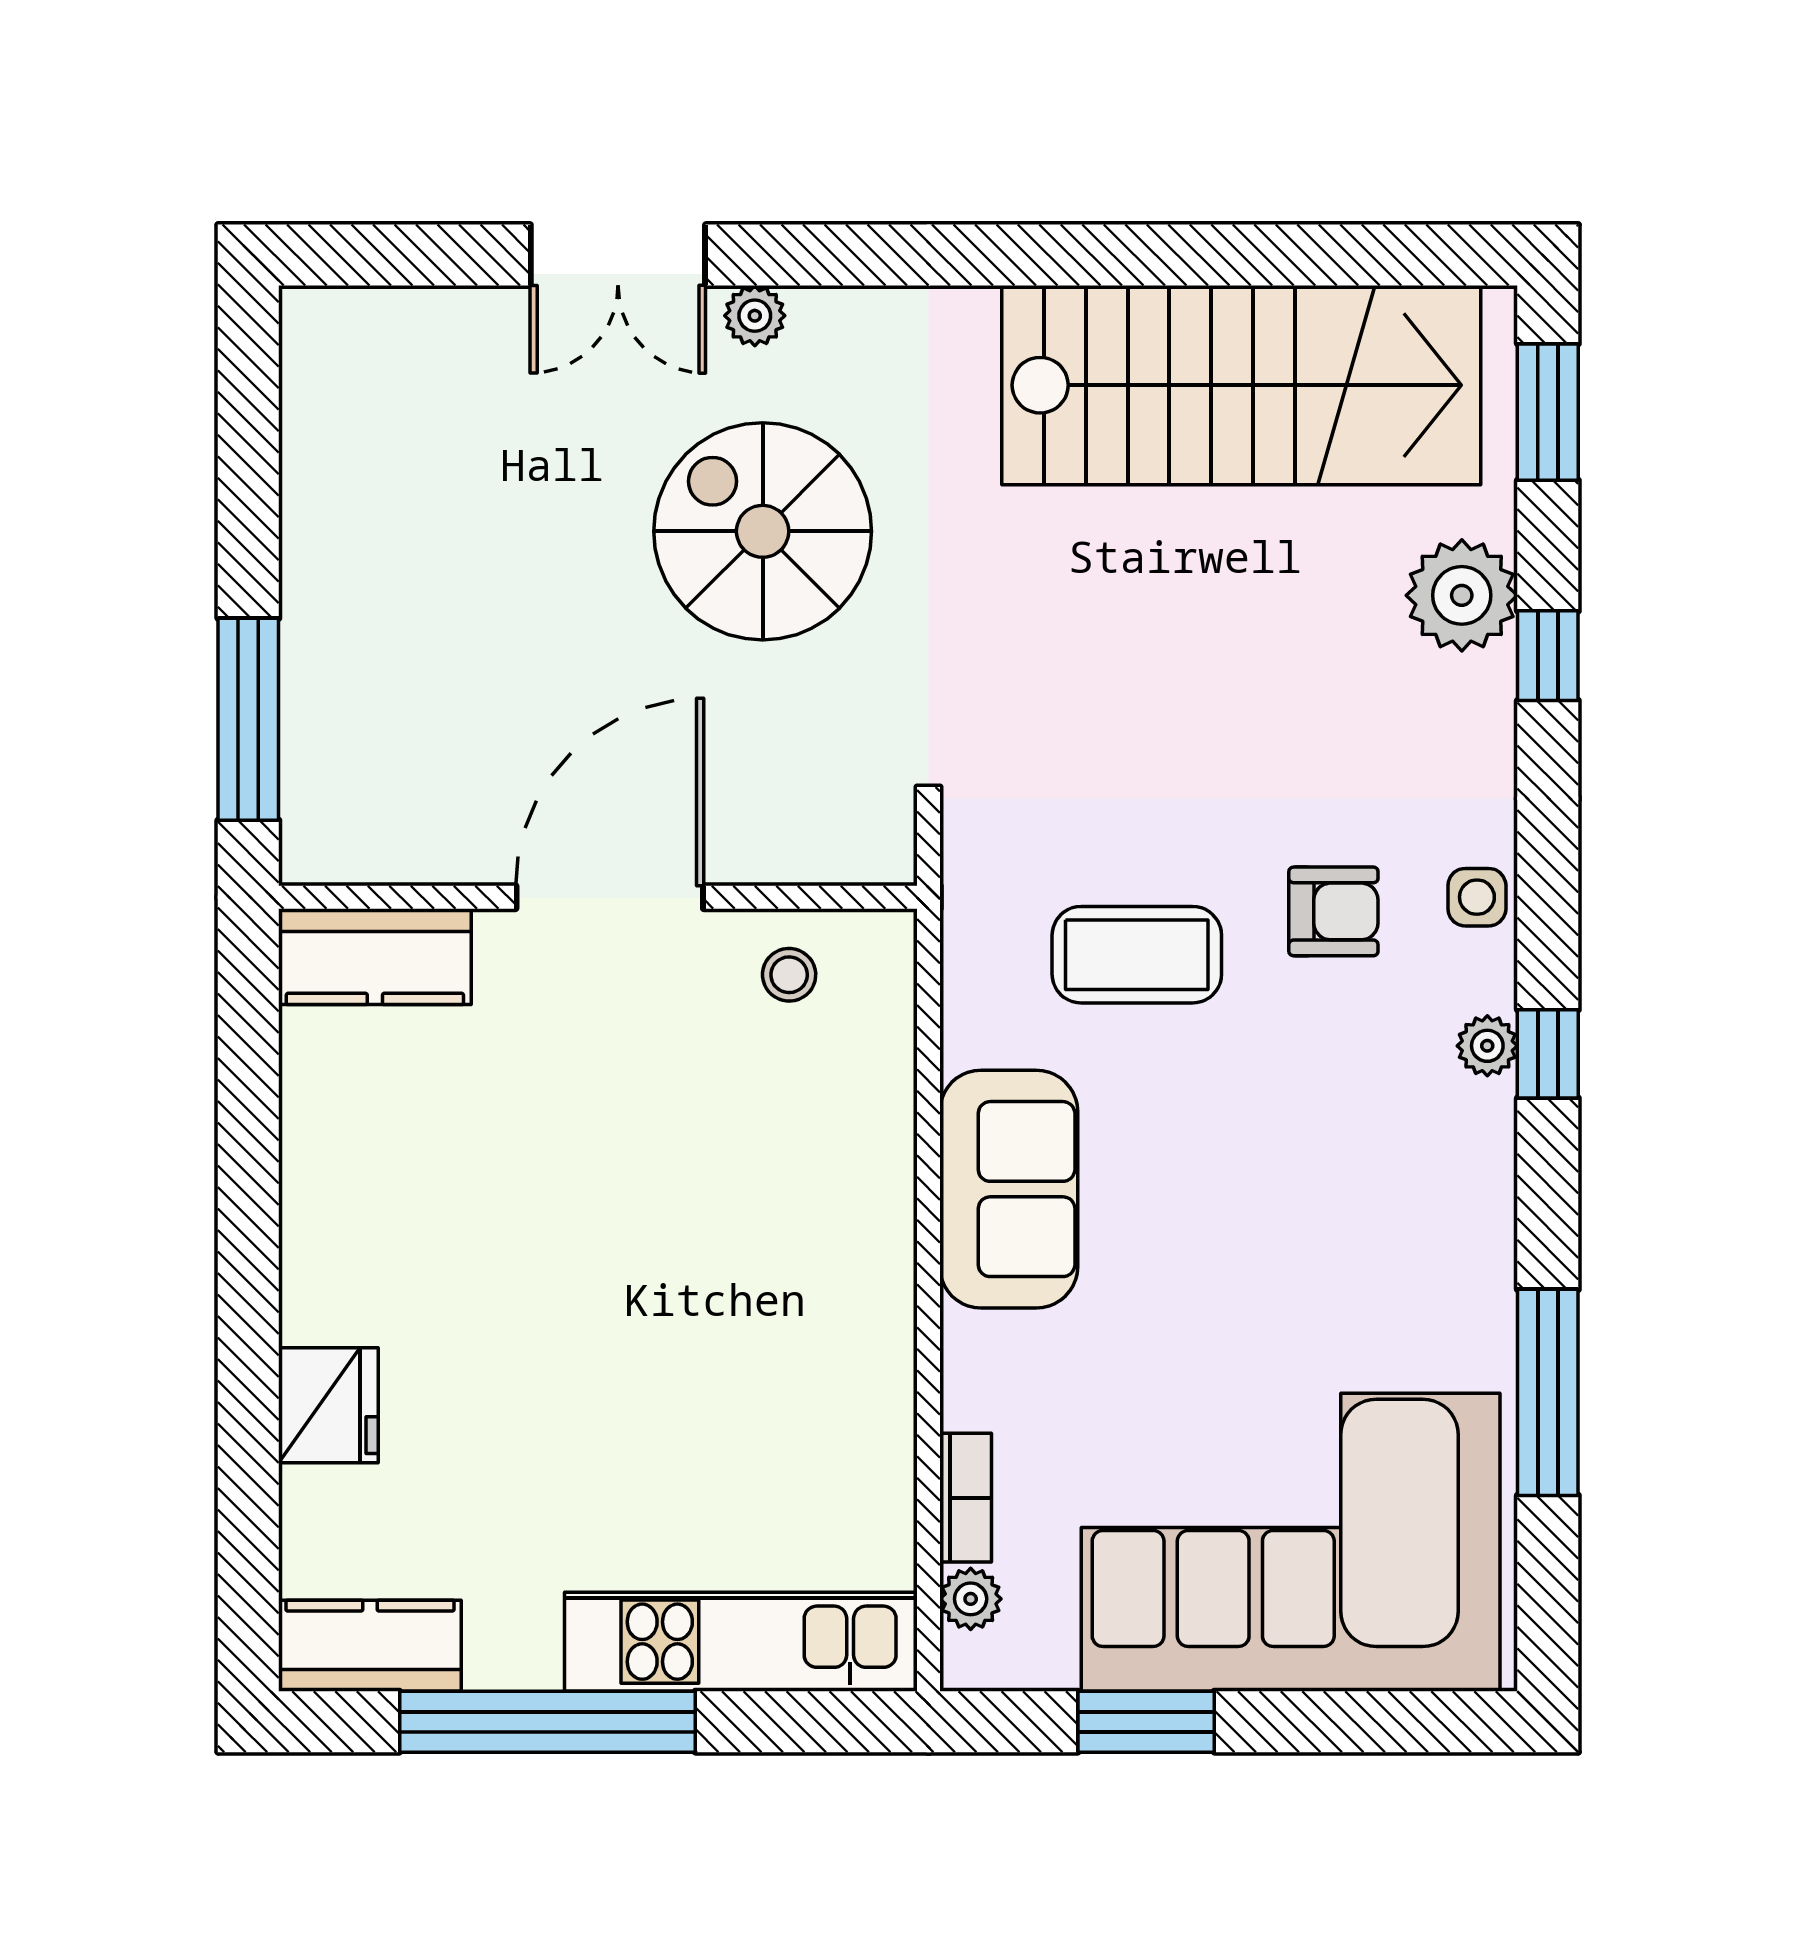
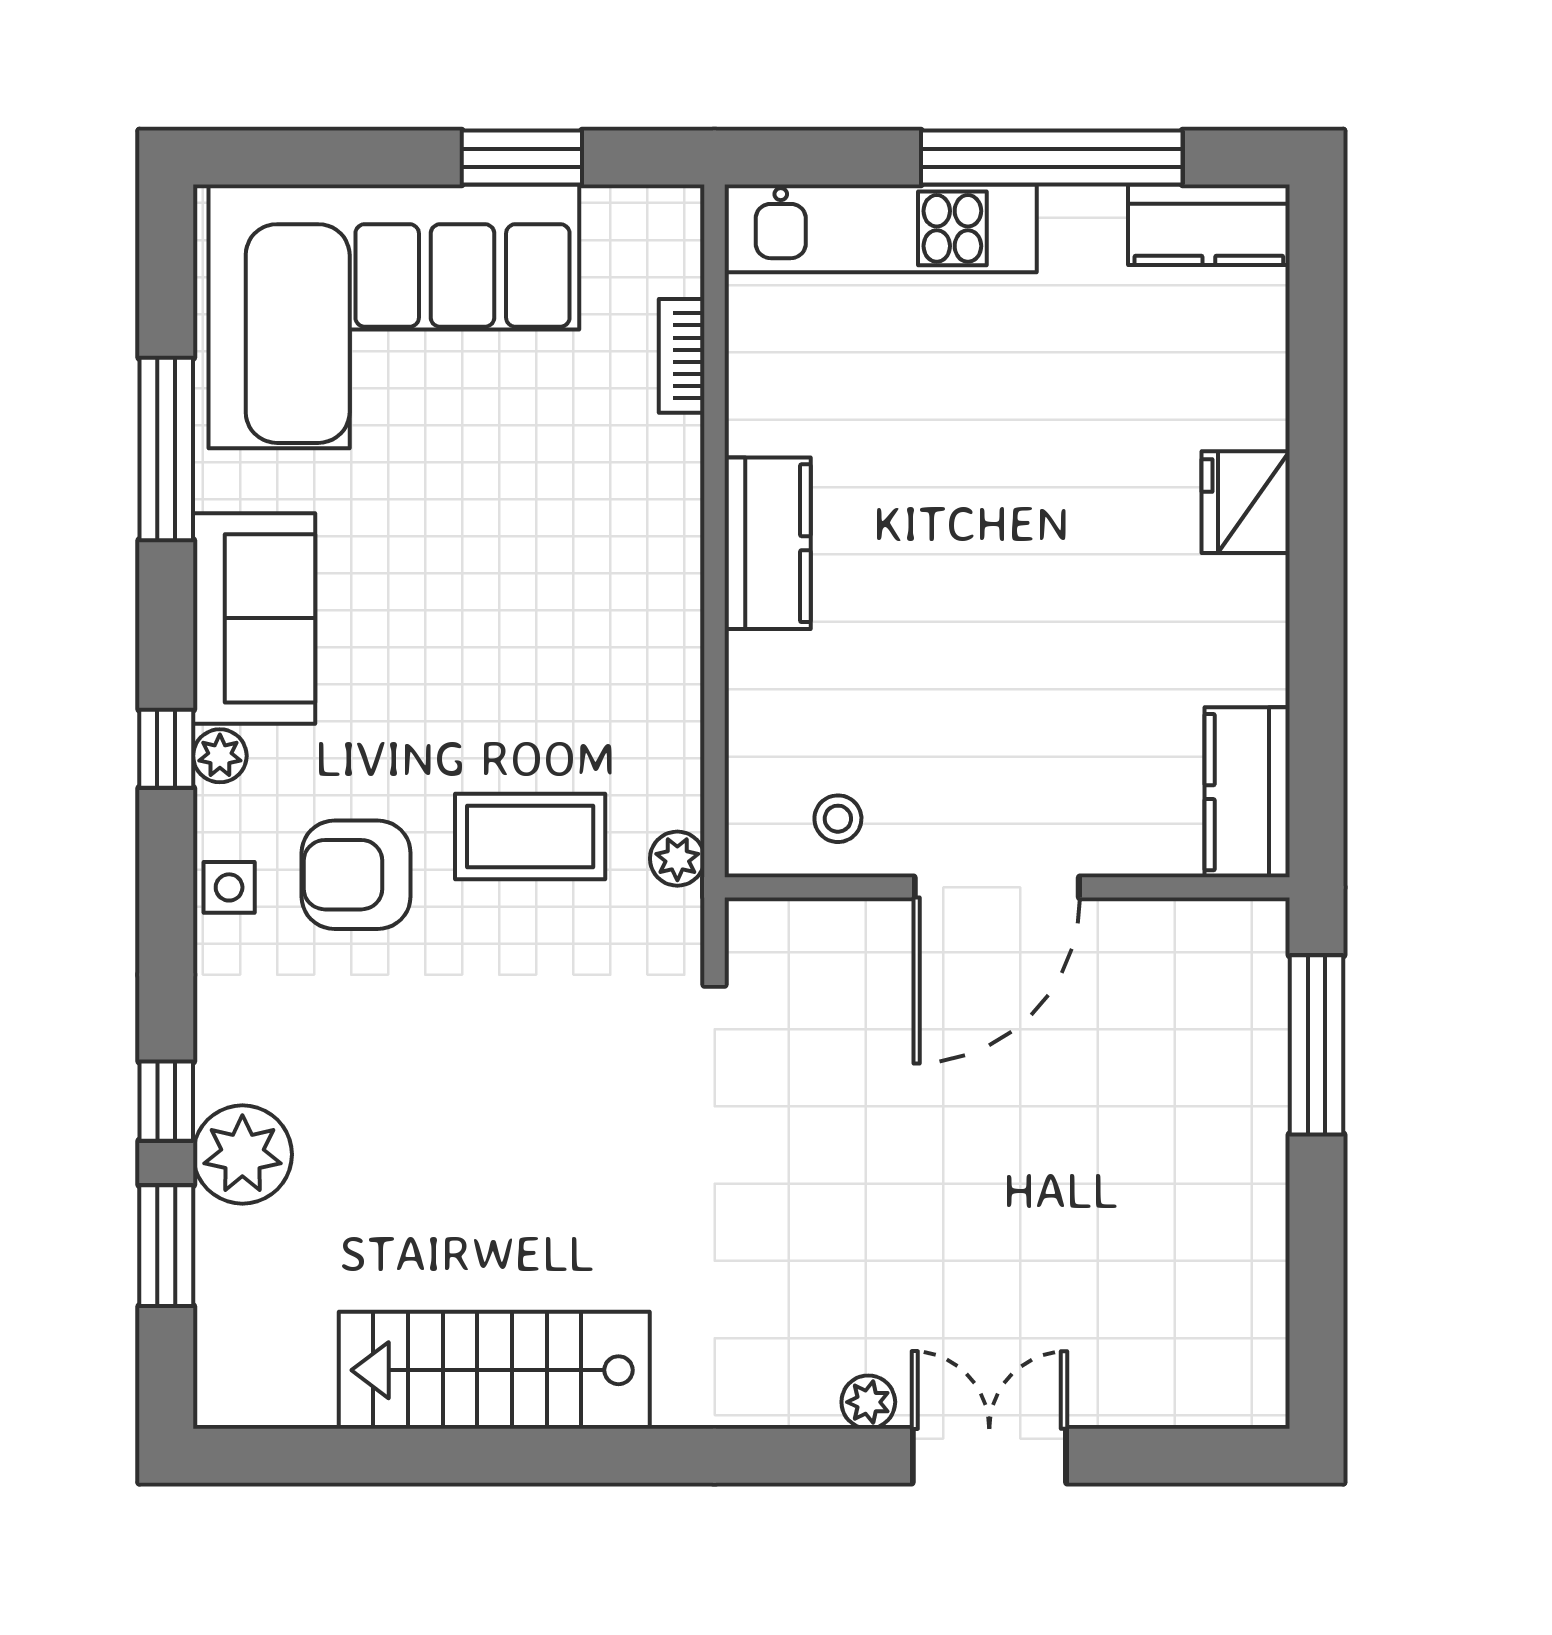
stairs: (1241, 385) -> (494, 1370), width x0.73, depth x0.66
window: (1548, 412) -> (166, 1246), moved
spiral stairs: (763, 531) -> (861, 1211), removed
armchair: (1333, 911) -> (356, 875), width x1.38, depth x1.38
kitchen counter: (375, 957) -> (1247, 792), moved, turned -90
sofa: (1009, 1189) -> (254, 618), moved, turned 180
kitchen counter: (869, 1286) -> (768, 543), added
fridge: (328, 1405) -> (1246, 502), moved
plant: (971, 1599) -> (677, 859), moved

